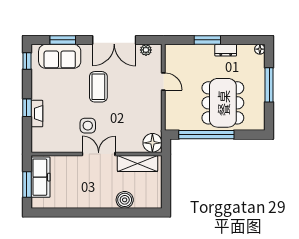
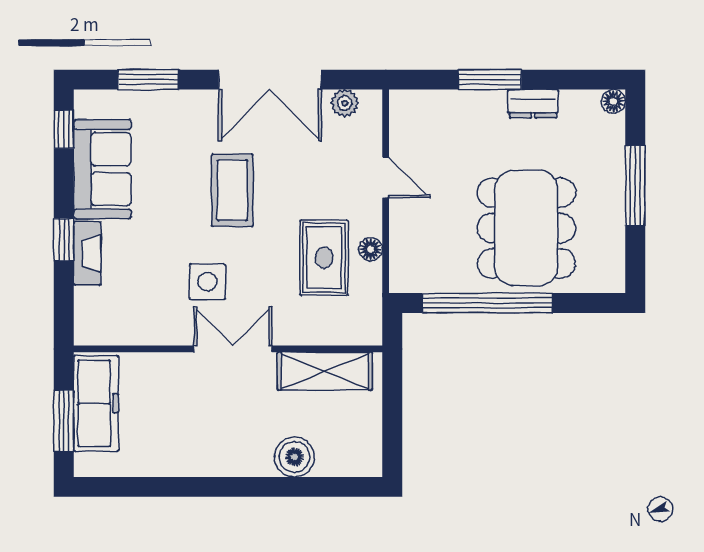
sofa: (60, 56) -> (102, 169), moved, turned -90
rug: (137, 115) -> (324, 258), added
floor lamp: (152, 143) -> (371, 249), moved, width x0.53, depth x0.53

